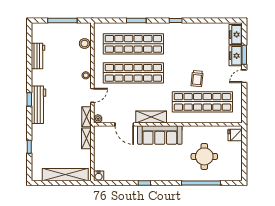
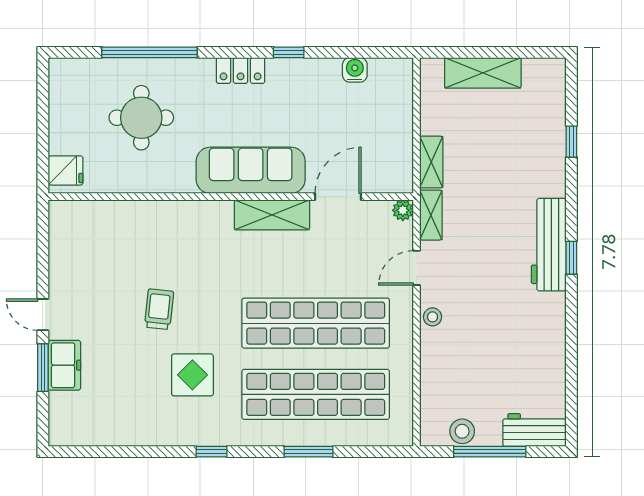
freezer: (236, 35) -> (64, 417), removed
stool: (85, 44) -> (462, 431), moved
display table: (183, 52) -> (192, 375), added
workbench: (38, 56) -> (534, 430), moved, turned 90
door: (244, 76) -> (43, 315), swing flipped
shop shelf: (202, 102) -> (146, 252), removed
door: (124, 124) -> (338, 197), hinge flipped
shelving: (65, 175) -> (483, 73), width x0.68
water cooler: (99, 176) -> (355, 70), moved
locker: (164, 176) -> (241, 70), added

